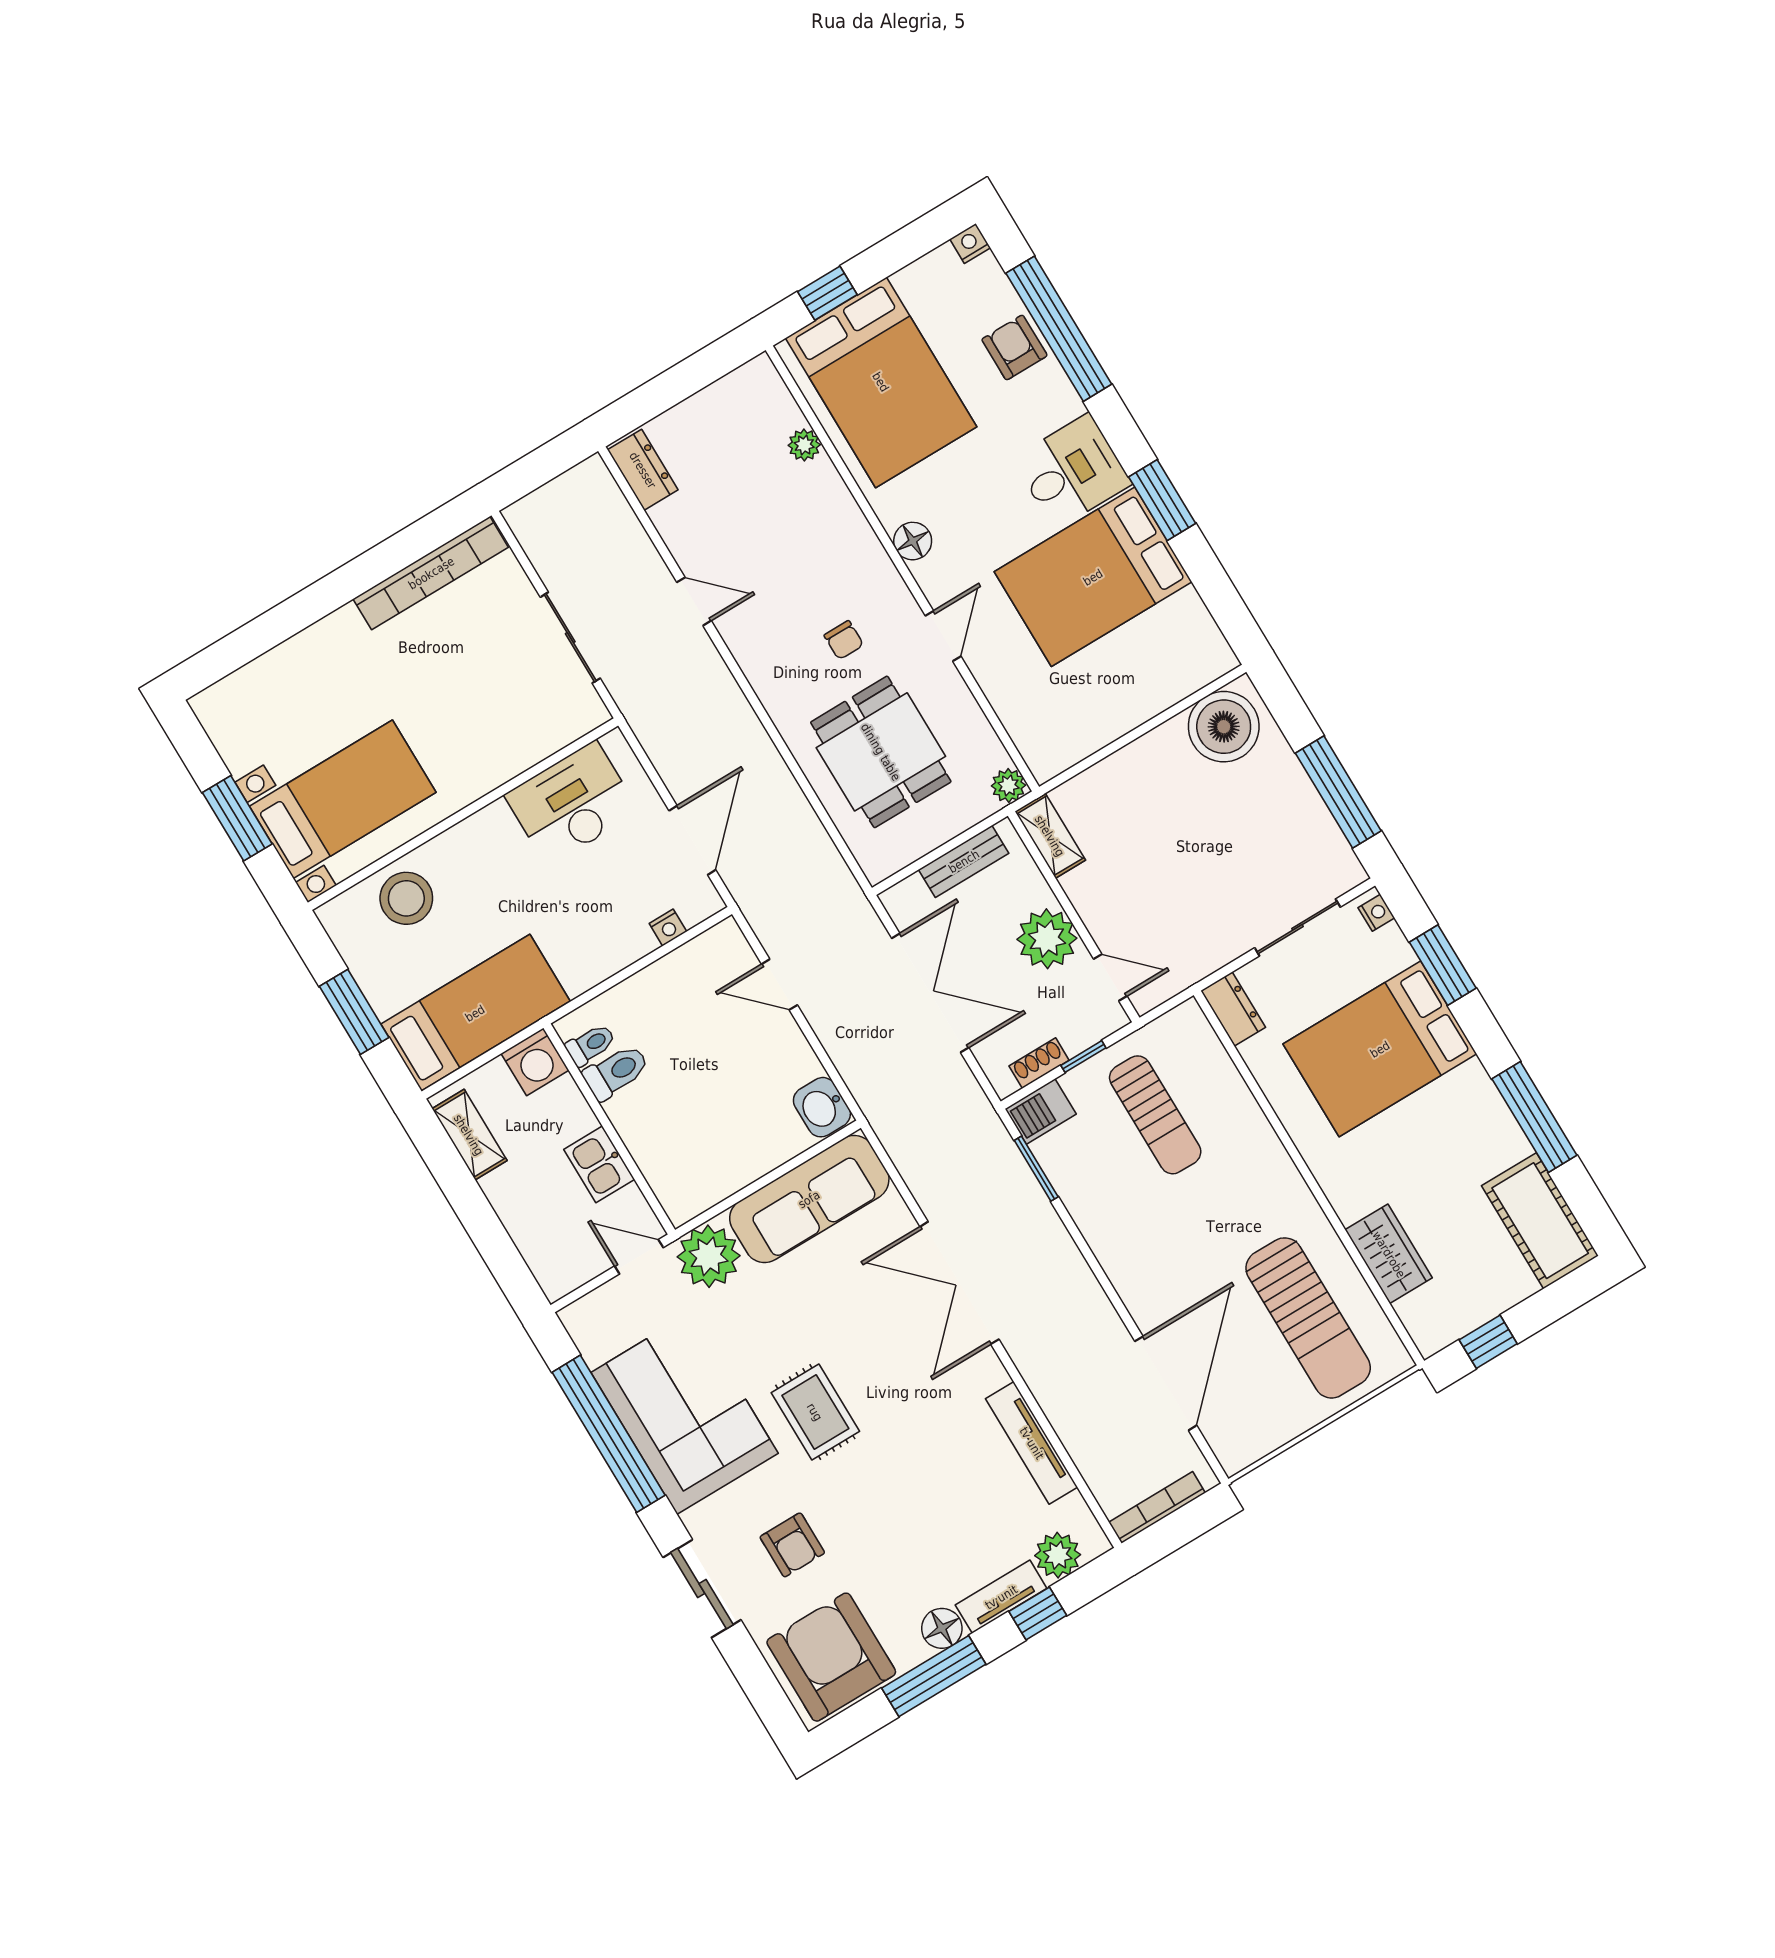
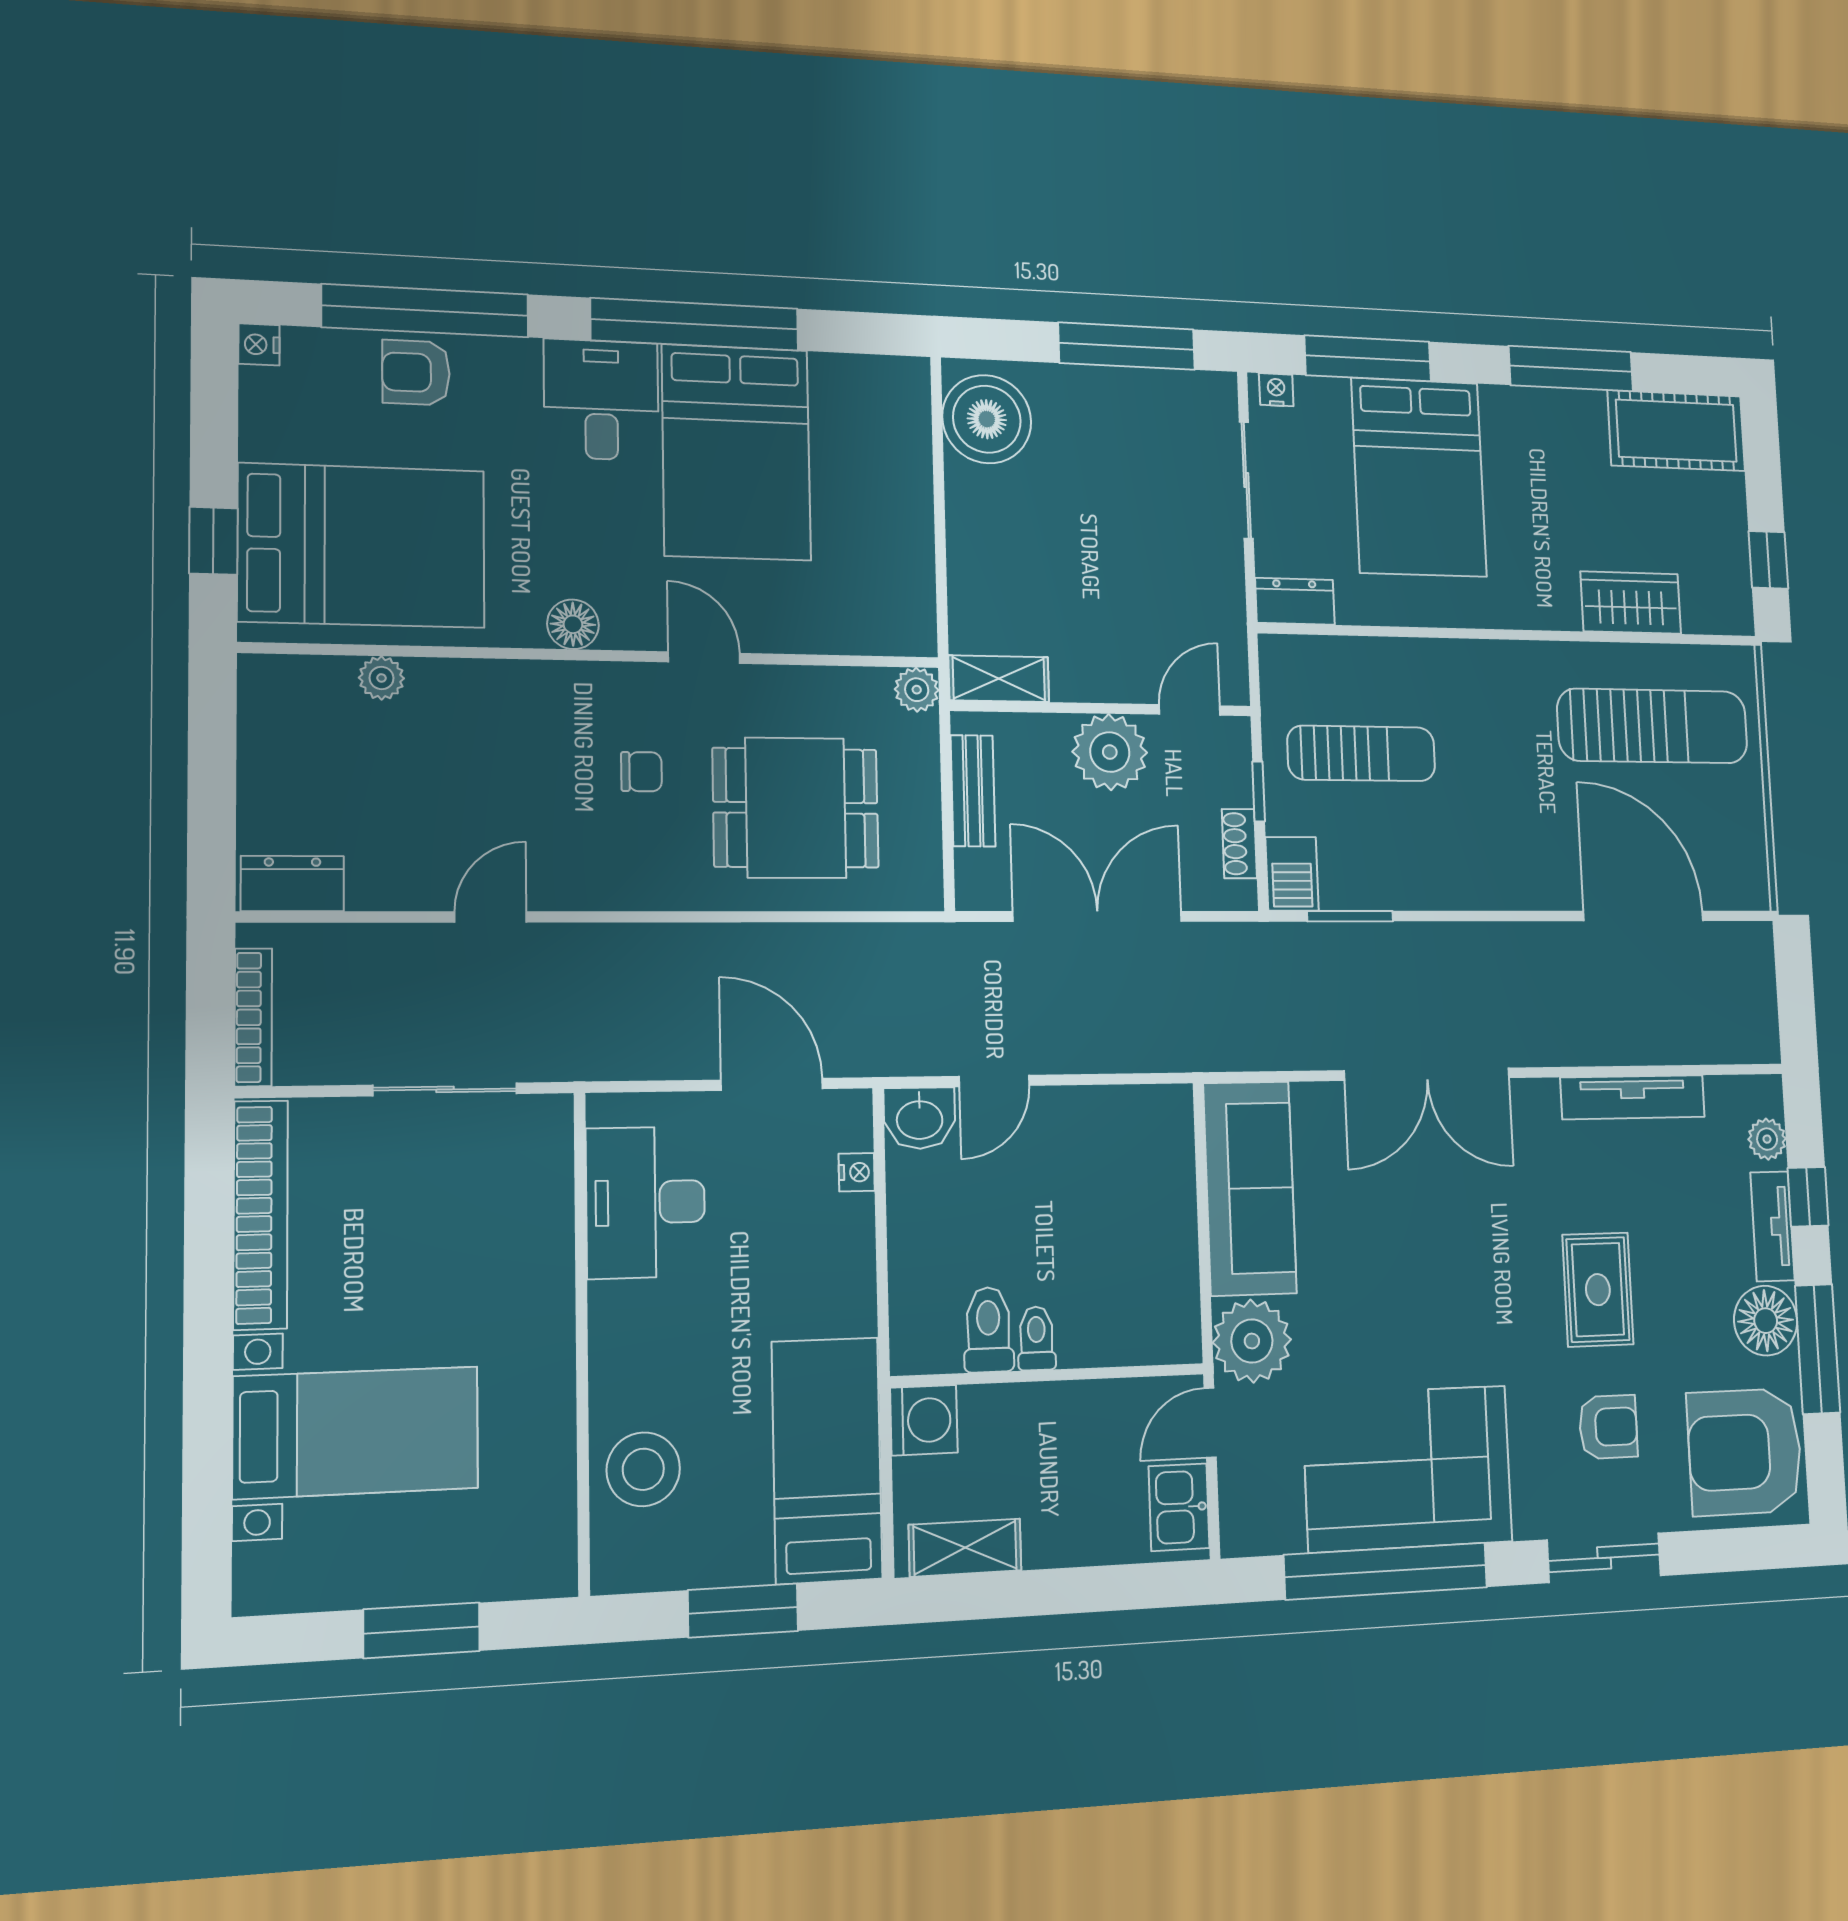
window: (1162, 500) -> (695, 324), width x2.11
bed with nightstands: (343, 799) -> (356, 1432), moved, turned 90
window: (1443, 965) -> (1368, 358), width x1.44
toilet: (591, 1045) -> (1036, 1338), moved
washbasin: (822, 1107) -> (920, 1118), moved
kitchen sink: (599, 1164) -> (1179, 1507), moved, turned 90
rug: (815, 1412) -> (1598, 1290), moved, turned 90
bookcase: (1157, 1507) -> (253, 1017), moved, turned 180
plant: (1058, 1555) -> (1767, 1139), width x0.73, depth x0.73
floor lamp: (942, 1628) -> (1766, 1321), width x1.38, depth x1.38

